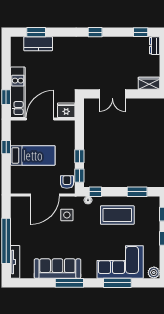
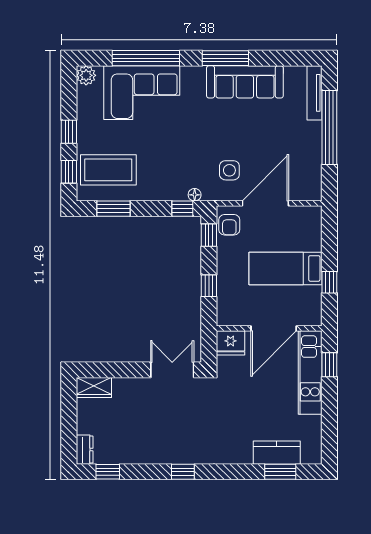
double door: (112, 94) -> (172, 370), moved
window: (79, 156) -> (209, 286), moved
coffee table: (117, 215) -> (108, 170), moved
window: (117, 283) -> (146, 58), width x1.46

